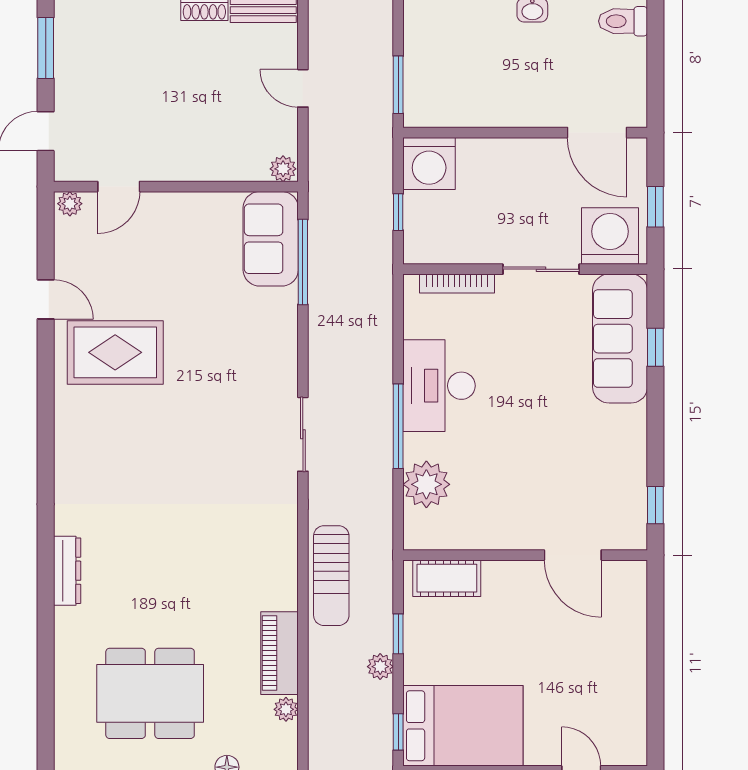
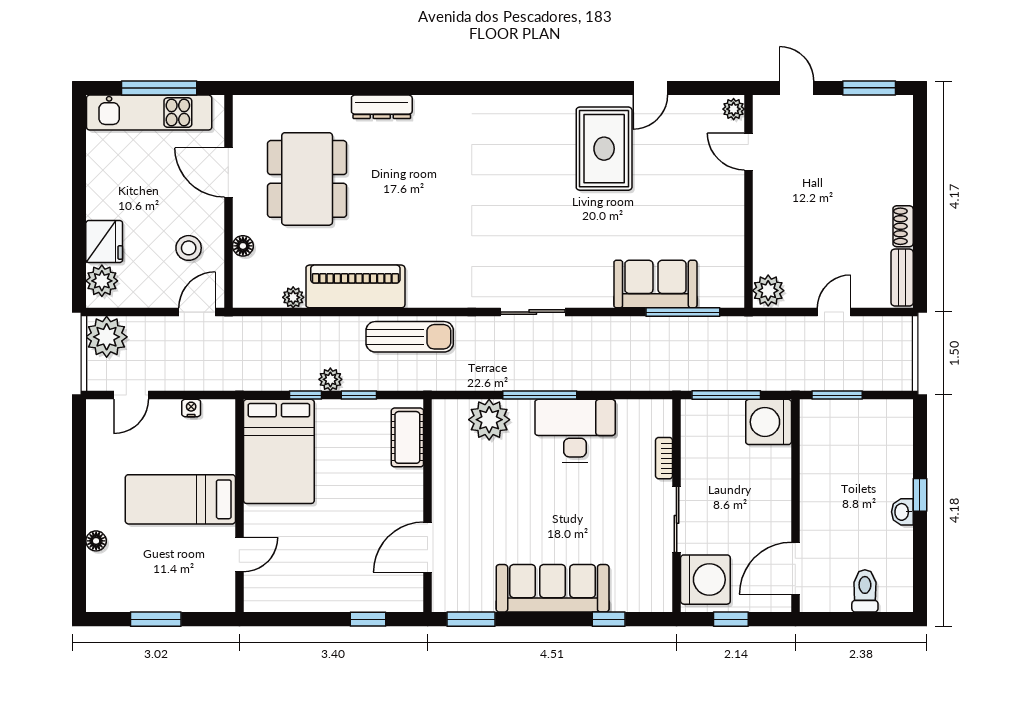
toilet: (623, 21) -> (865, 591), moved
plant: (283, 169) -> (768, 291), width x1.38, depth x1.38
window: (398, 212) -> (726, 395), width x2.17
sofa: (271, 239) -> (655, 284), moved
bookcase: (457, 284) -> (664, 458), width x0.64
sofa: (620, 339) -> (553, 588), moved
window: (655, 505) -> (471, 619), width x1.50
dresser: (67, 571) -> (382, 107), moved
sun lounger: (331, 576) -> (410, 337), turned 180
window: (655, 623) -> (368, 619), added
piano: (280, 653) -> (355, 286), width x1.37, depth x1.33
window: (398, 732) -> (306, 395), moved

